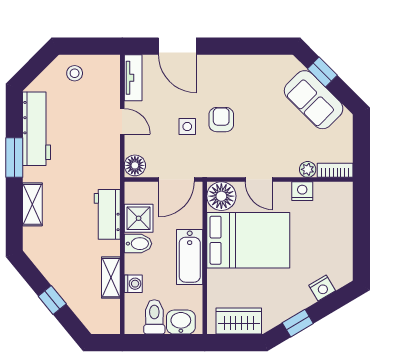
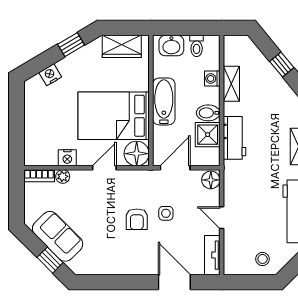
door: (259, 180) -> (104, 168), hinge flipped
toilet: (154, 317) -> (197, 46), width x0.73, depth x0.72

